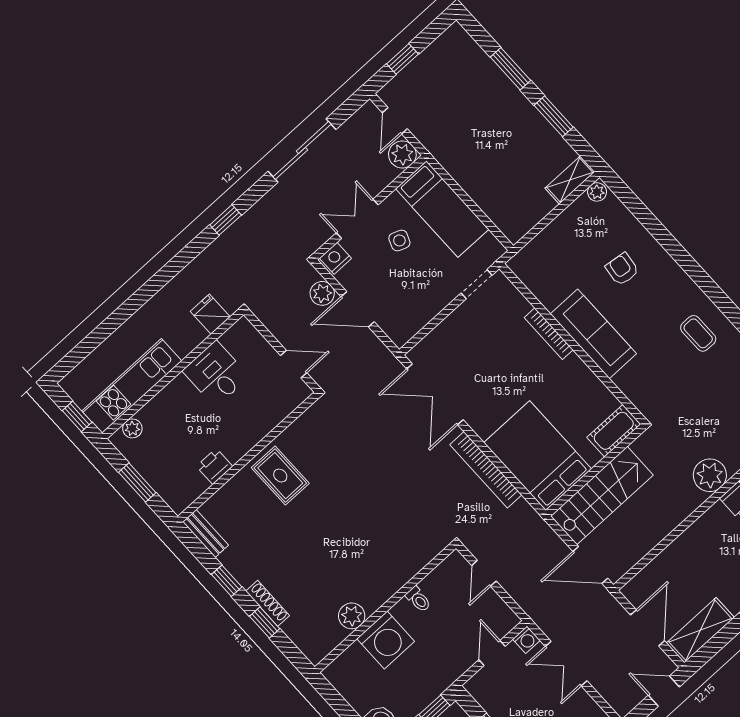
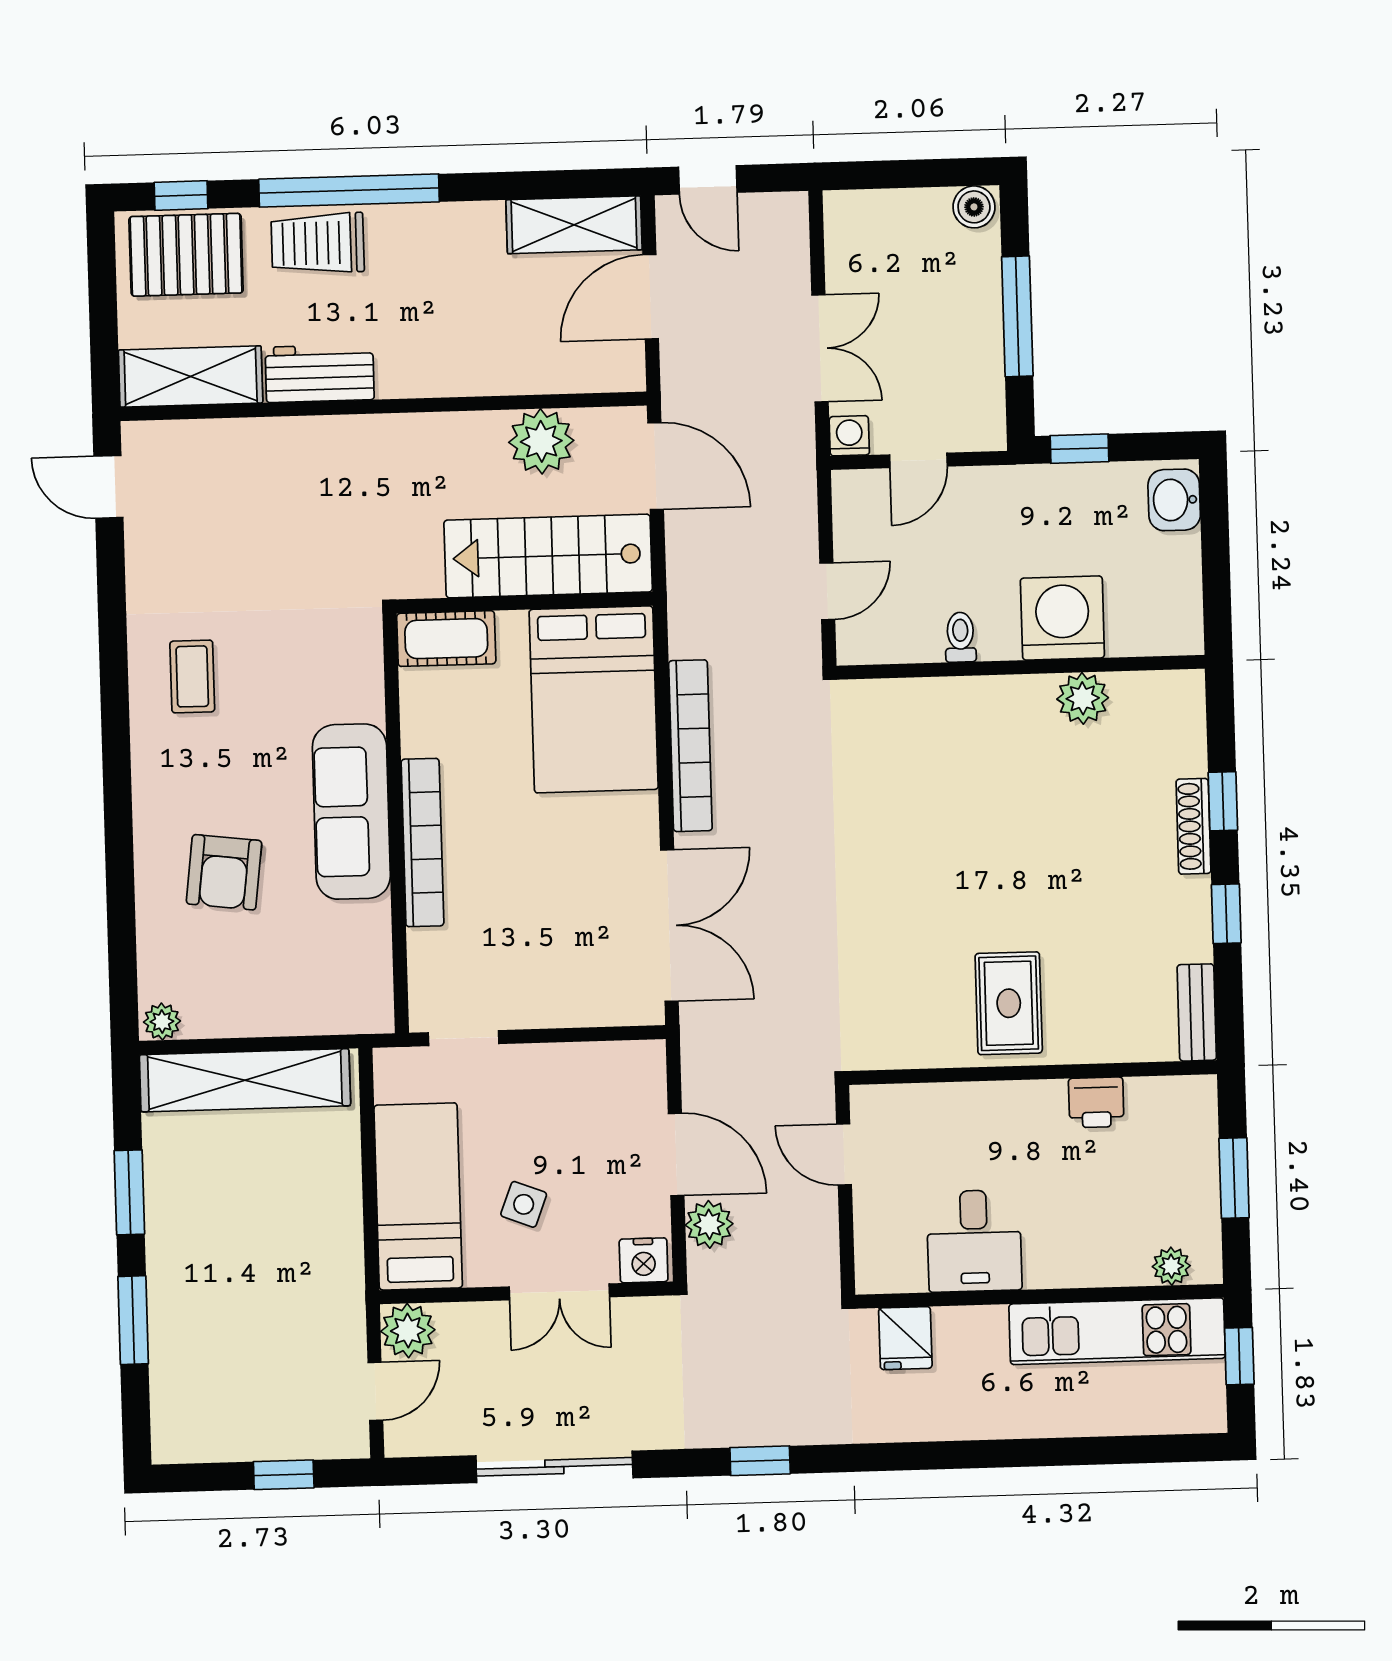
shelving: (570, 180) -> (245, 1080), width x2.20, depth x1.33
armchair: (622, 269) -> (224, 872), width x1.38, depth x1.38
bookcase: (549, 334) -> (422, 843), width x1.48, depth x1.31
plant: (710, 475) -> (541, 441), moved

